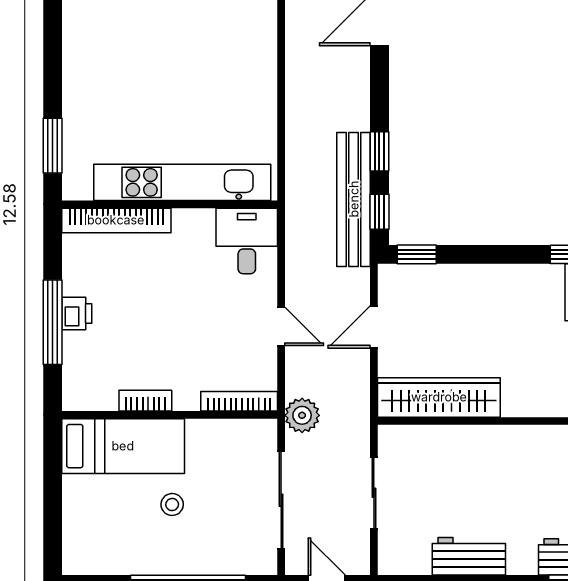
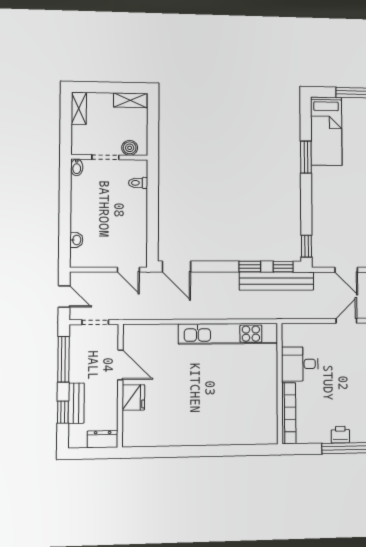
window: (53, 146) -> (247, 450), removed
kitchen unit: (182, 182) -> (228, 334), moved, turned -90
desk: (247, 241) -> (300, 364), moved

